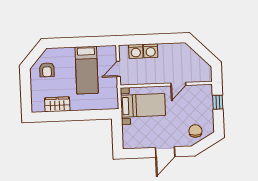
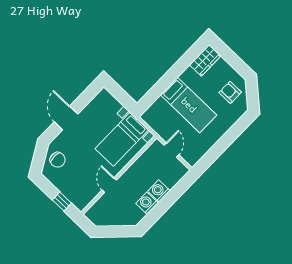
washing machine: (136, 51) -> (147, 203), moved
bed: (87, 70) -> (189, 105), moved, turned 180
wardrobe: (57, 104) -> (205, 60), moved

